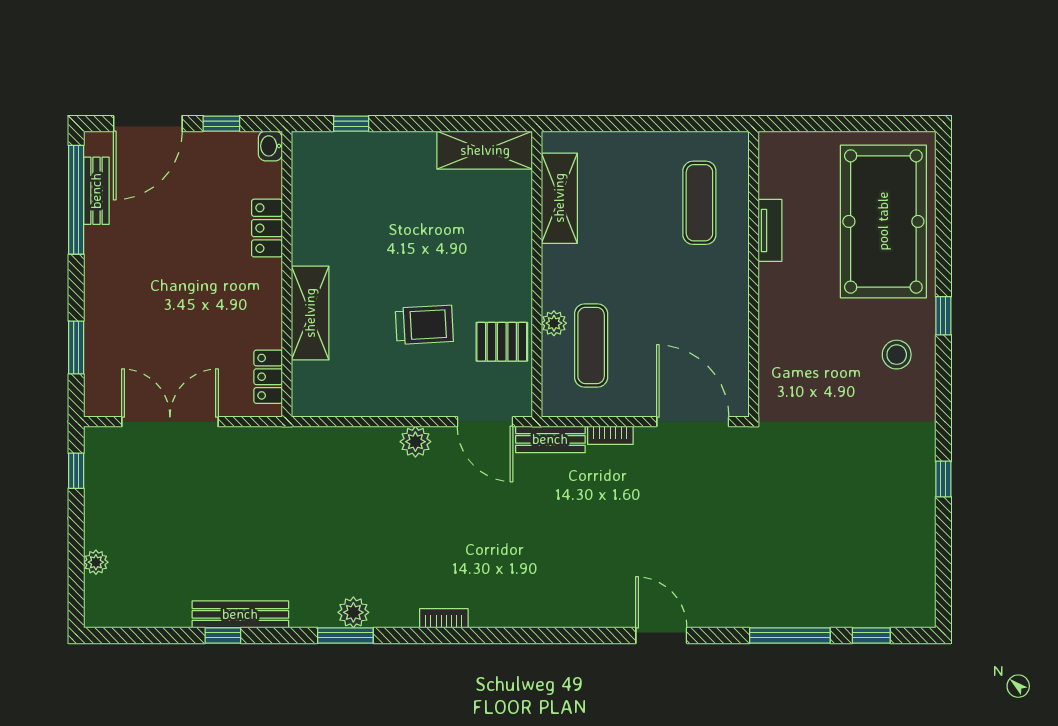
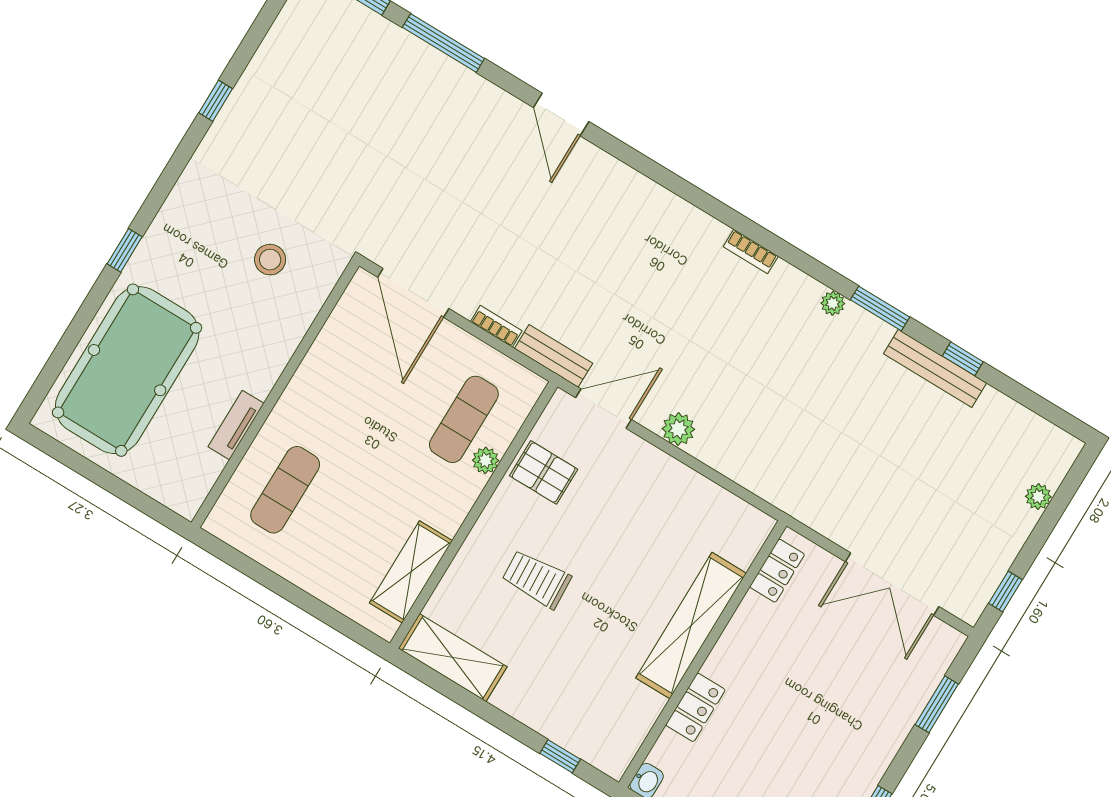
shelving: (310, 313) -> (691, 626), width x1.47
trolley: (424, 325) -> (536, 579), moved
stool: (897, 355) -> (270, 260), moved
door: (485, 422) -> (604, 409), hinge flipped
plant: (353, 612) -> (833, 303), width x0.73, depth x0.73
window: (345, 635) -> (880, 308), moved

